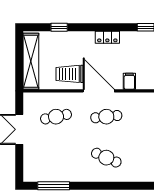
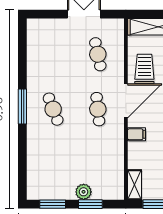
cafe table: (106, 158) -> (53, 109), turned -45
window: (54, 186) -> (22, 107), moved

